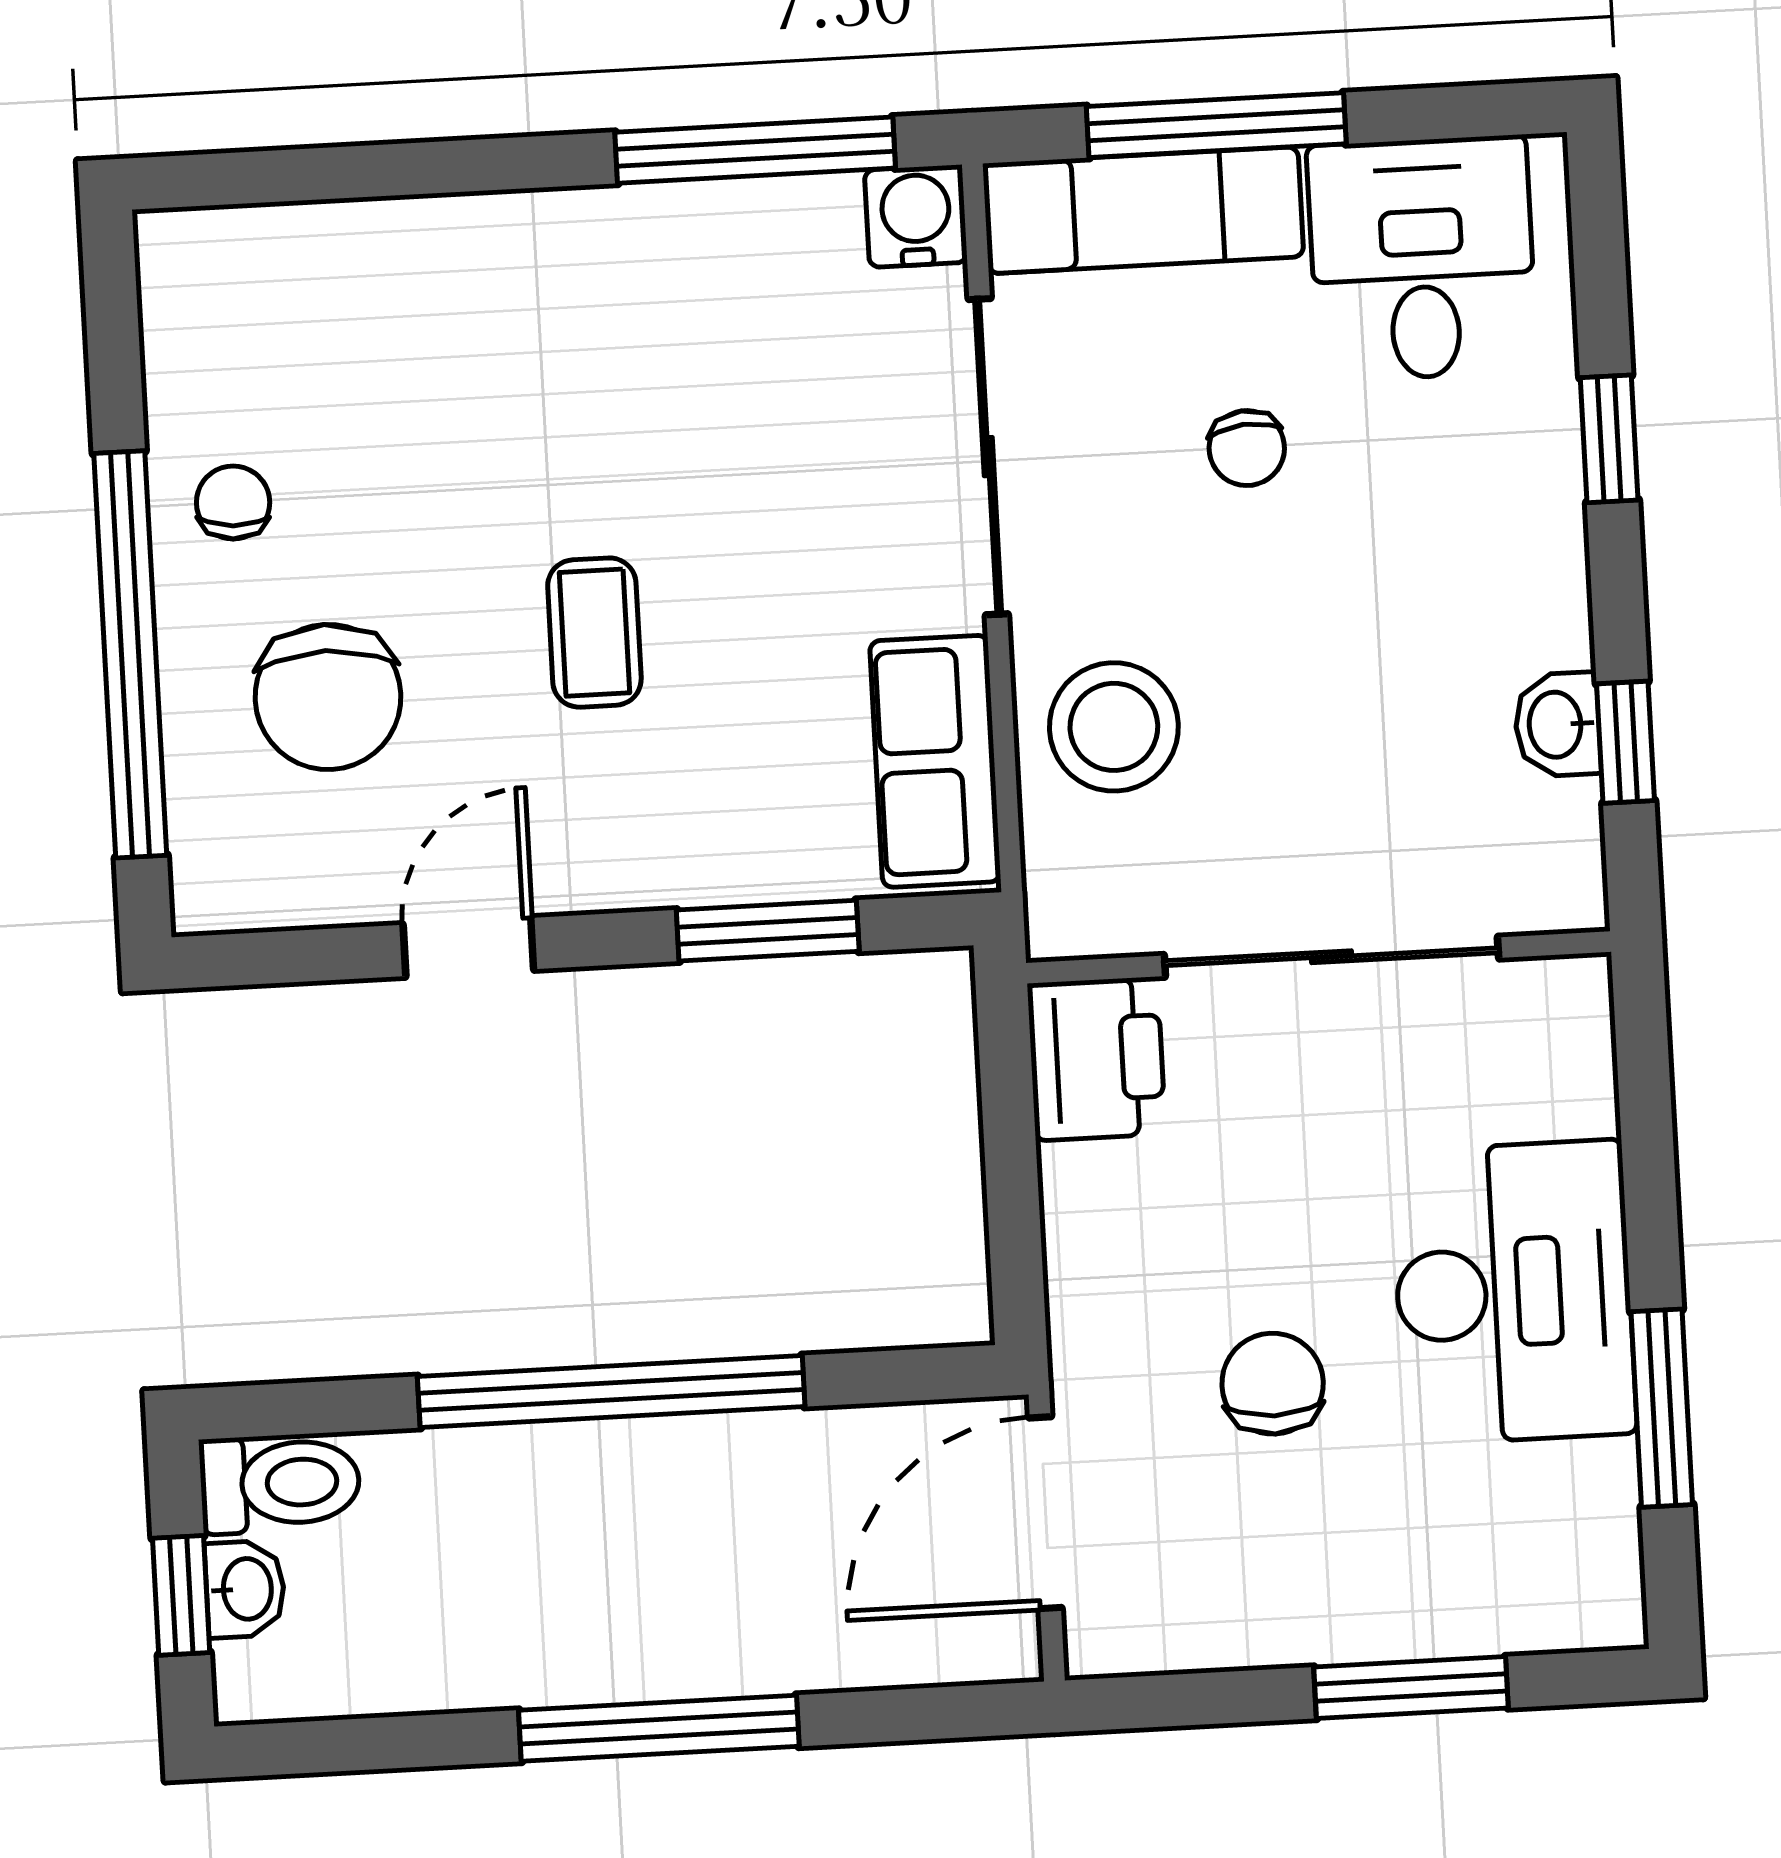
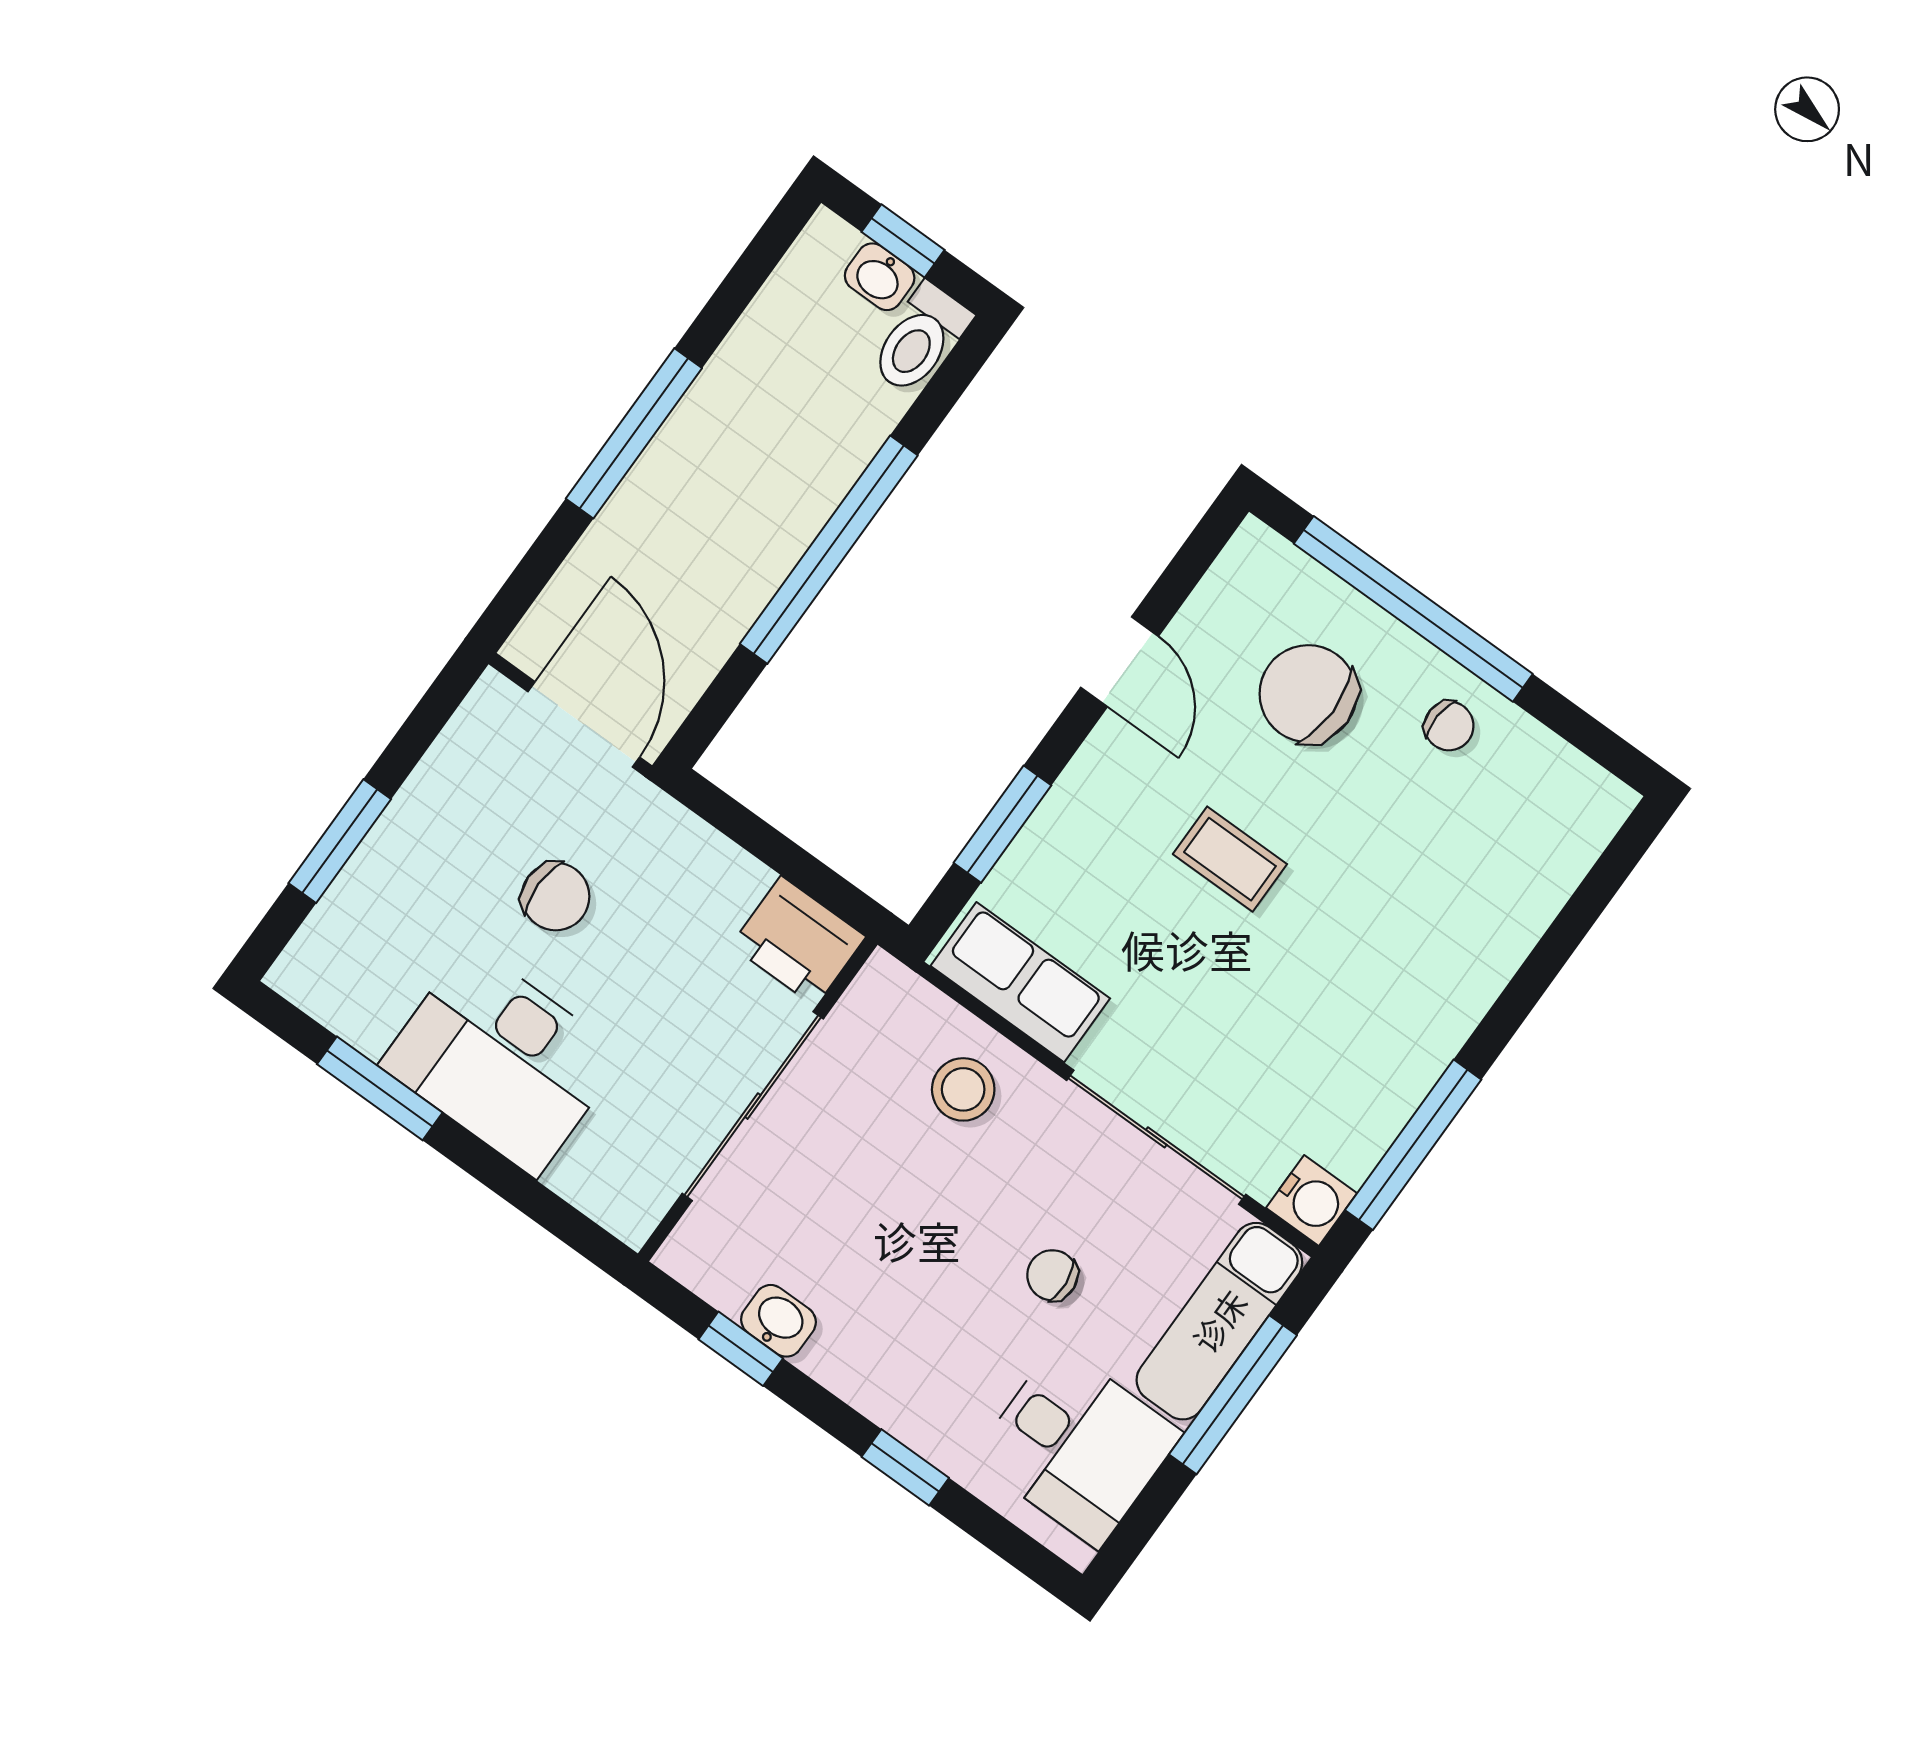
stool: (1114, 727) -> (963, 1089), width x0.73, depth x0.73

